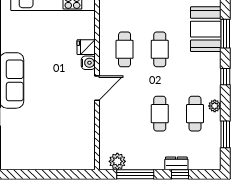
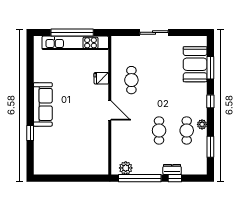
cafe table: (160, 49) -> (159, 80), removed
water cooler: (88, 63) -> (103, 91), removed
door: (97, 88) -> (110, 110), hinge flipped
window: (135, 174) -> (140, 178), width x1.46

